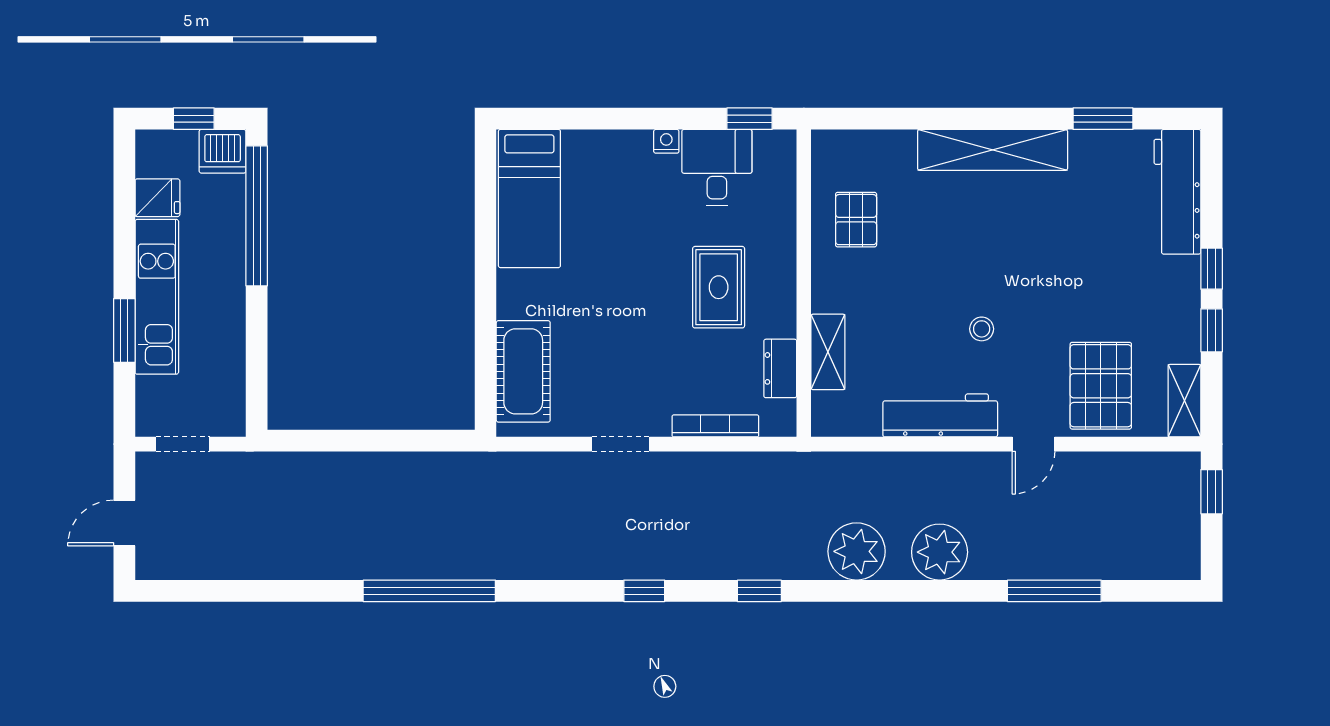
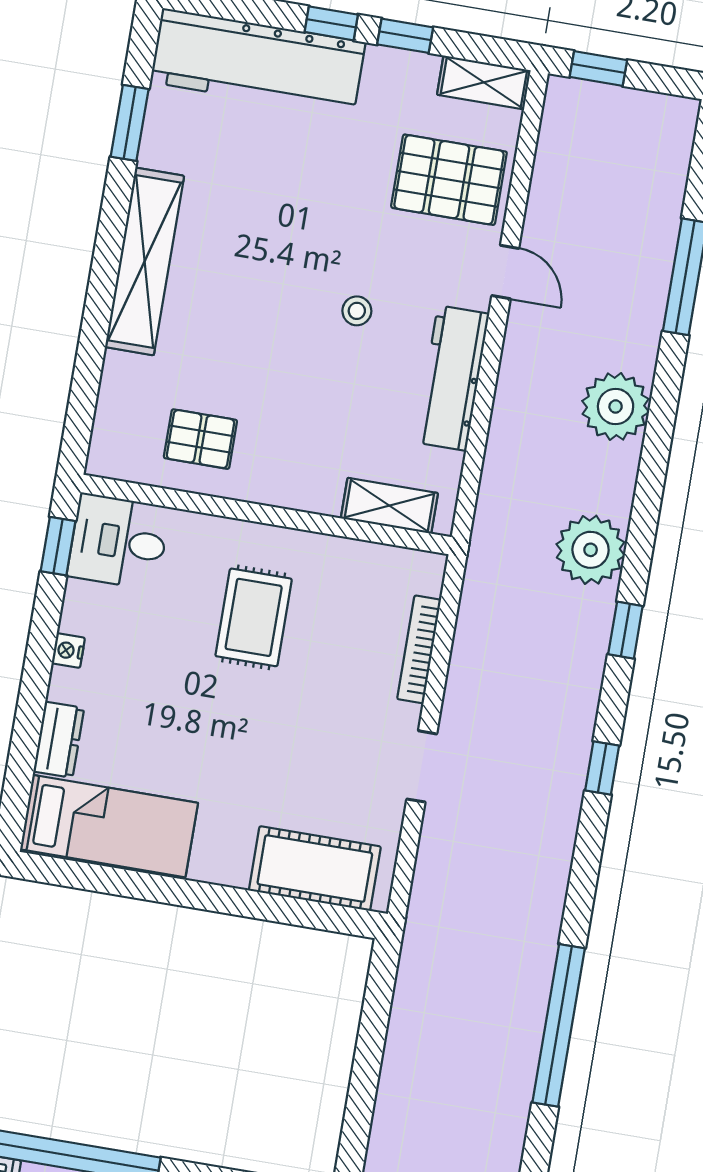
desk: (717, 167) -> (119, 542), moved
workbench: (1177, 192) -> (258, 62), width x1.36, depth x1.32
rug: (719, 287) -> (254, 617), turned 90
shelving: (828, 352) -> (389, 506), moved
dresser: (780, 368) -> (59, 740), moved, turned -90
plant: (857, 551) -> (591, 550), moved

